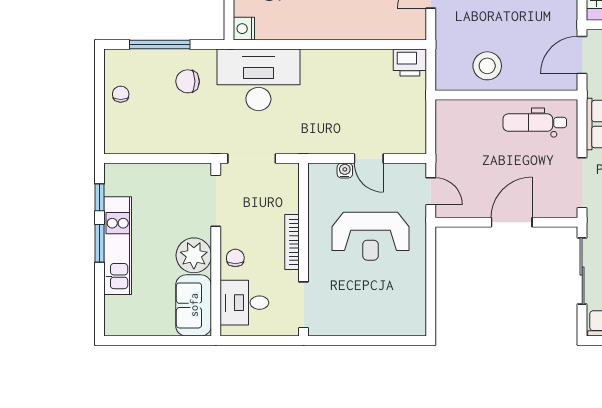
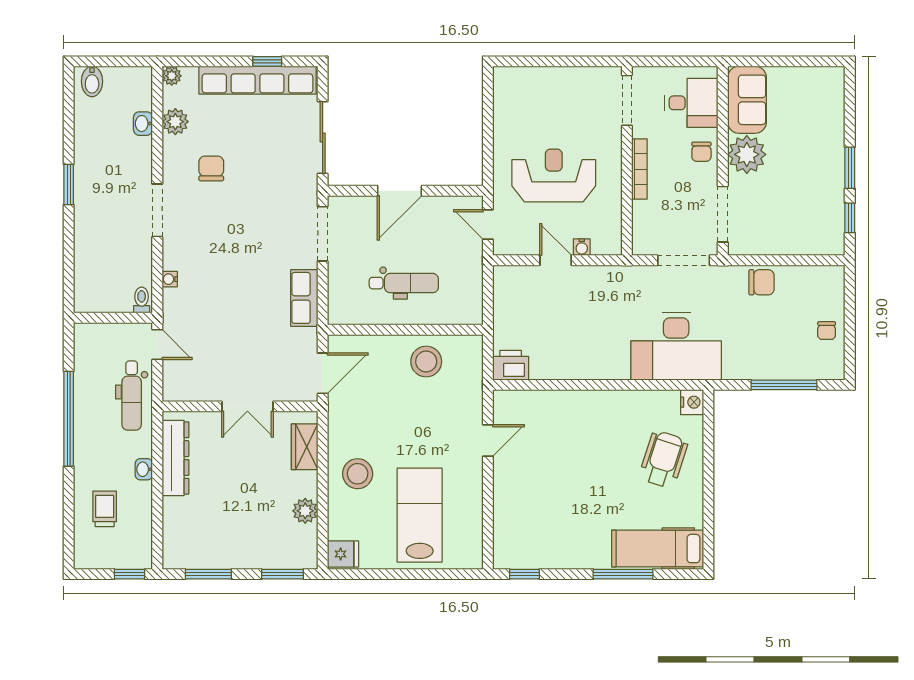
chair: (188, 81) -> (762, 282), moved
dental chair: (535, 123) -> (404, 283), moved
kitchen unit: (118, 246) -> (830, 165), removed

